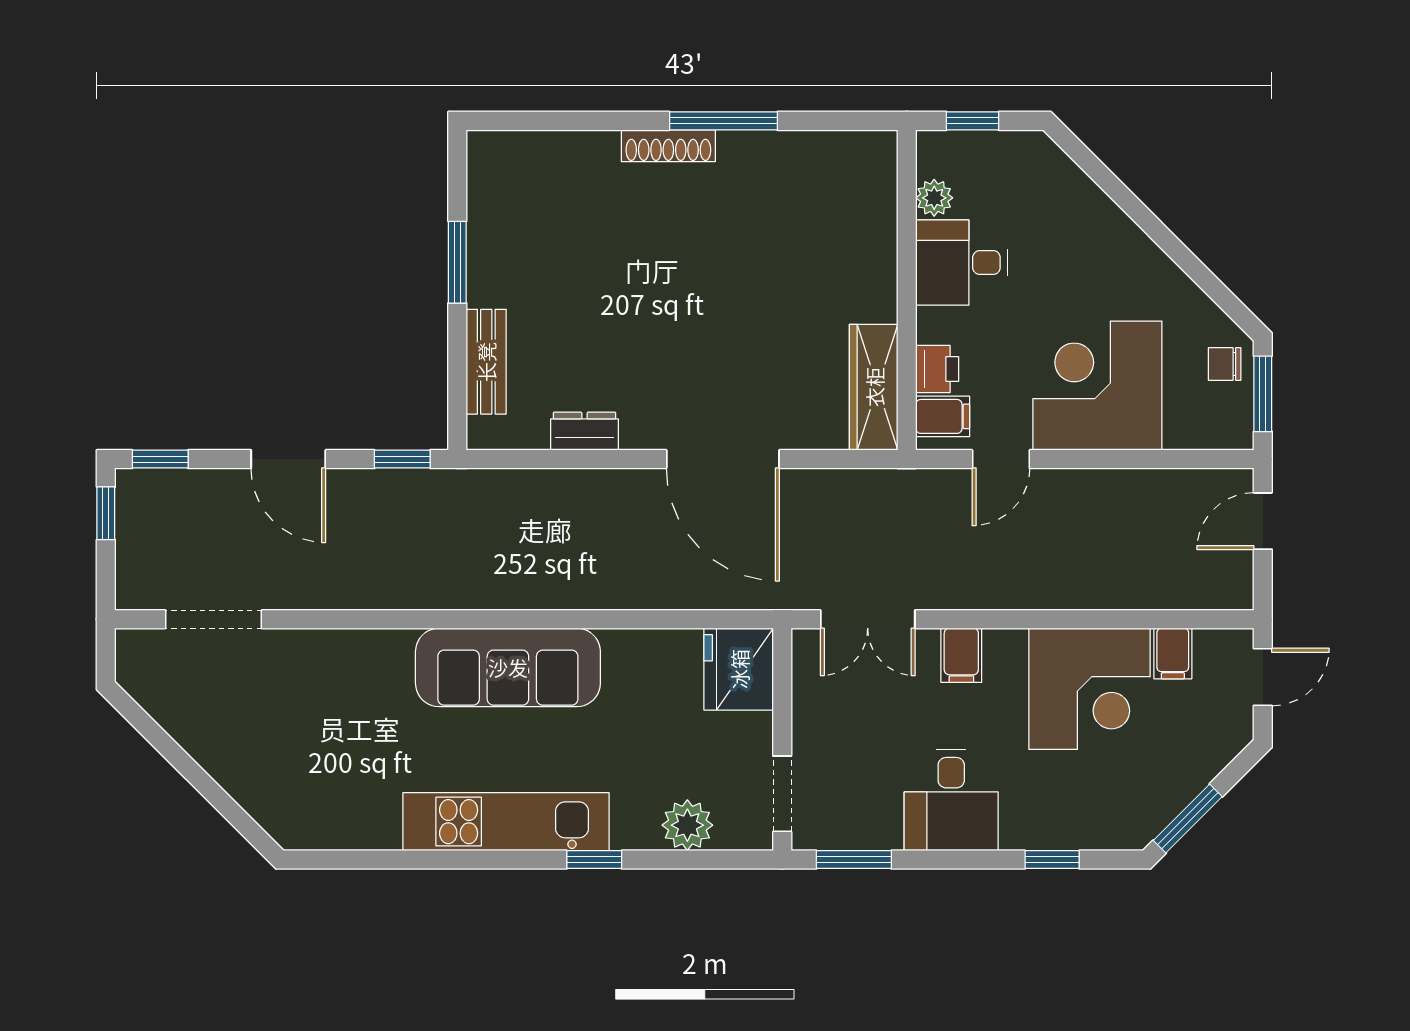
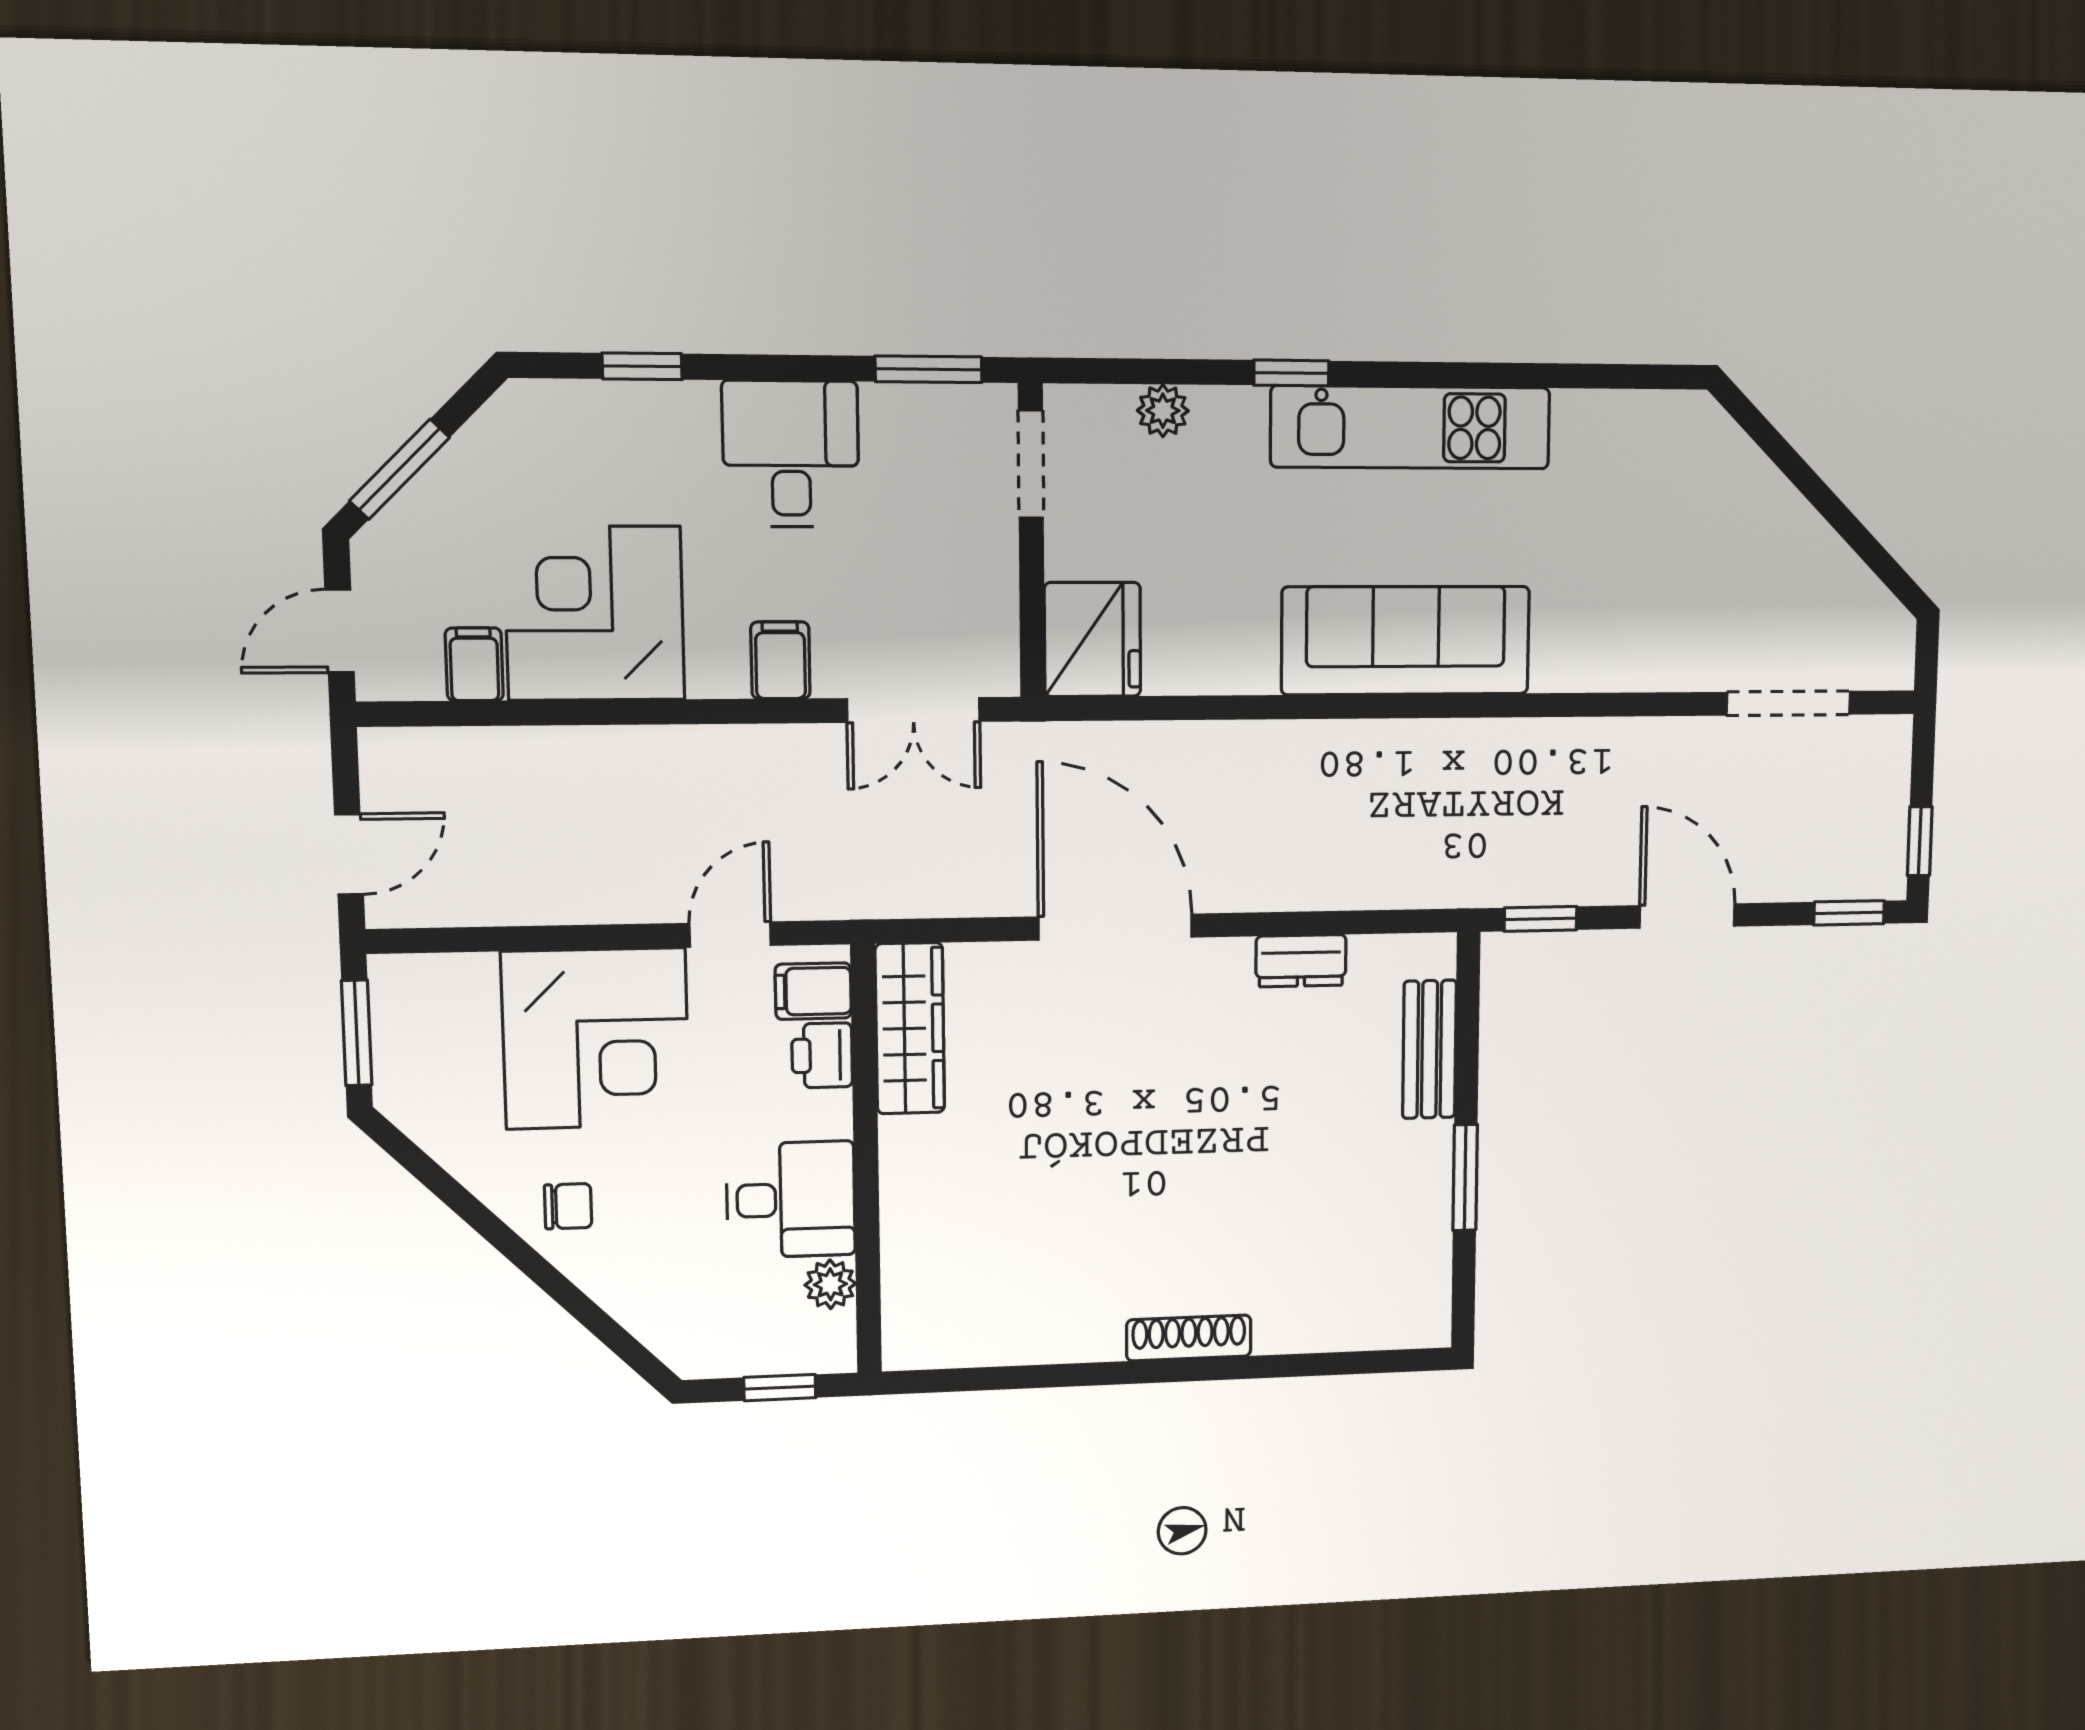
window: (724, 121) -> (1116, 1373), removed
chair: (1225, 364) -> (568, 1206), moved
double door: (868, 619) -> (914, 710), swing flipped
window: (1188, 819) -> (399, 469), moved
plant: (687, 825) -> (1163, 411), width x0.73, depth x0.73

